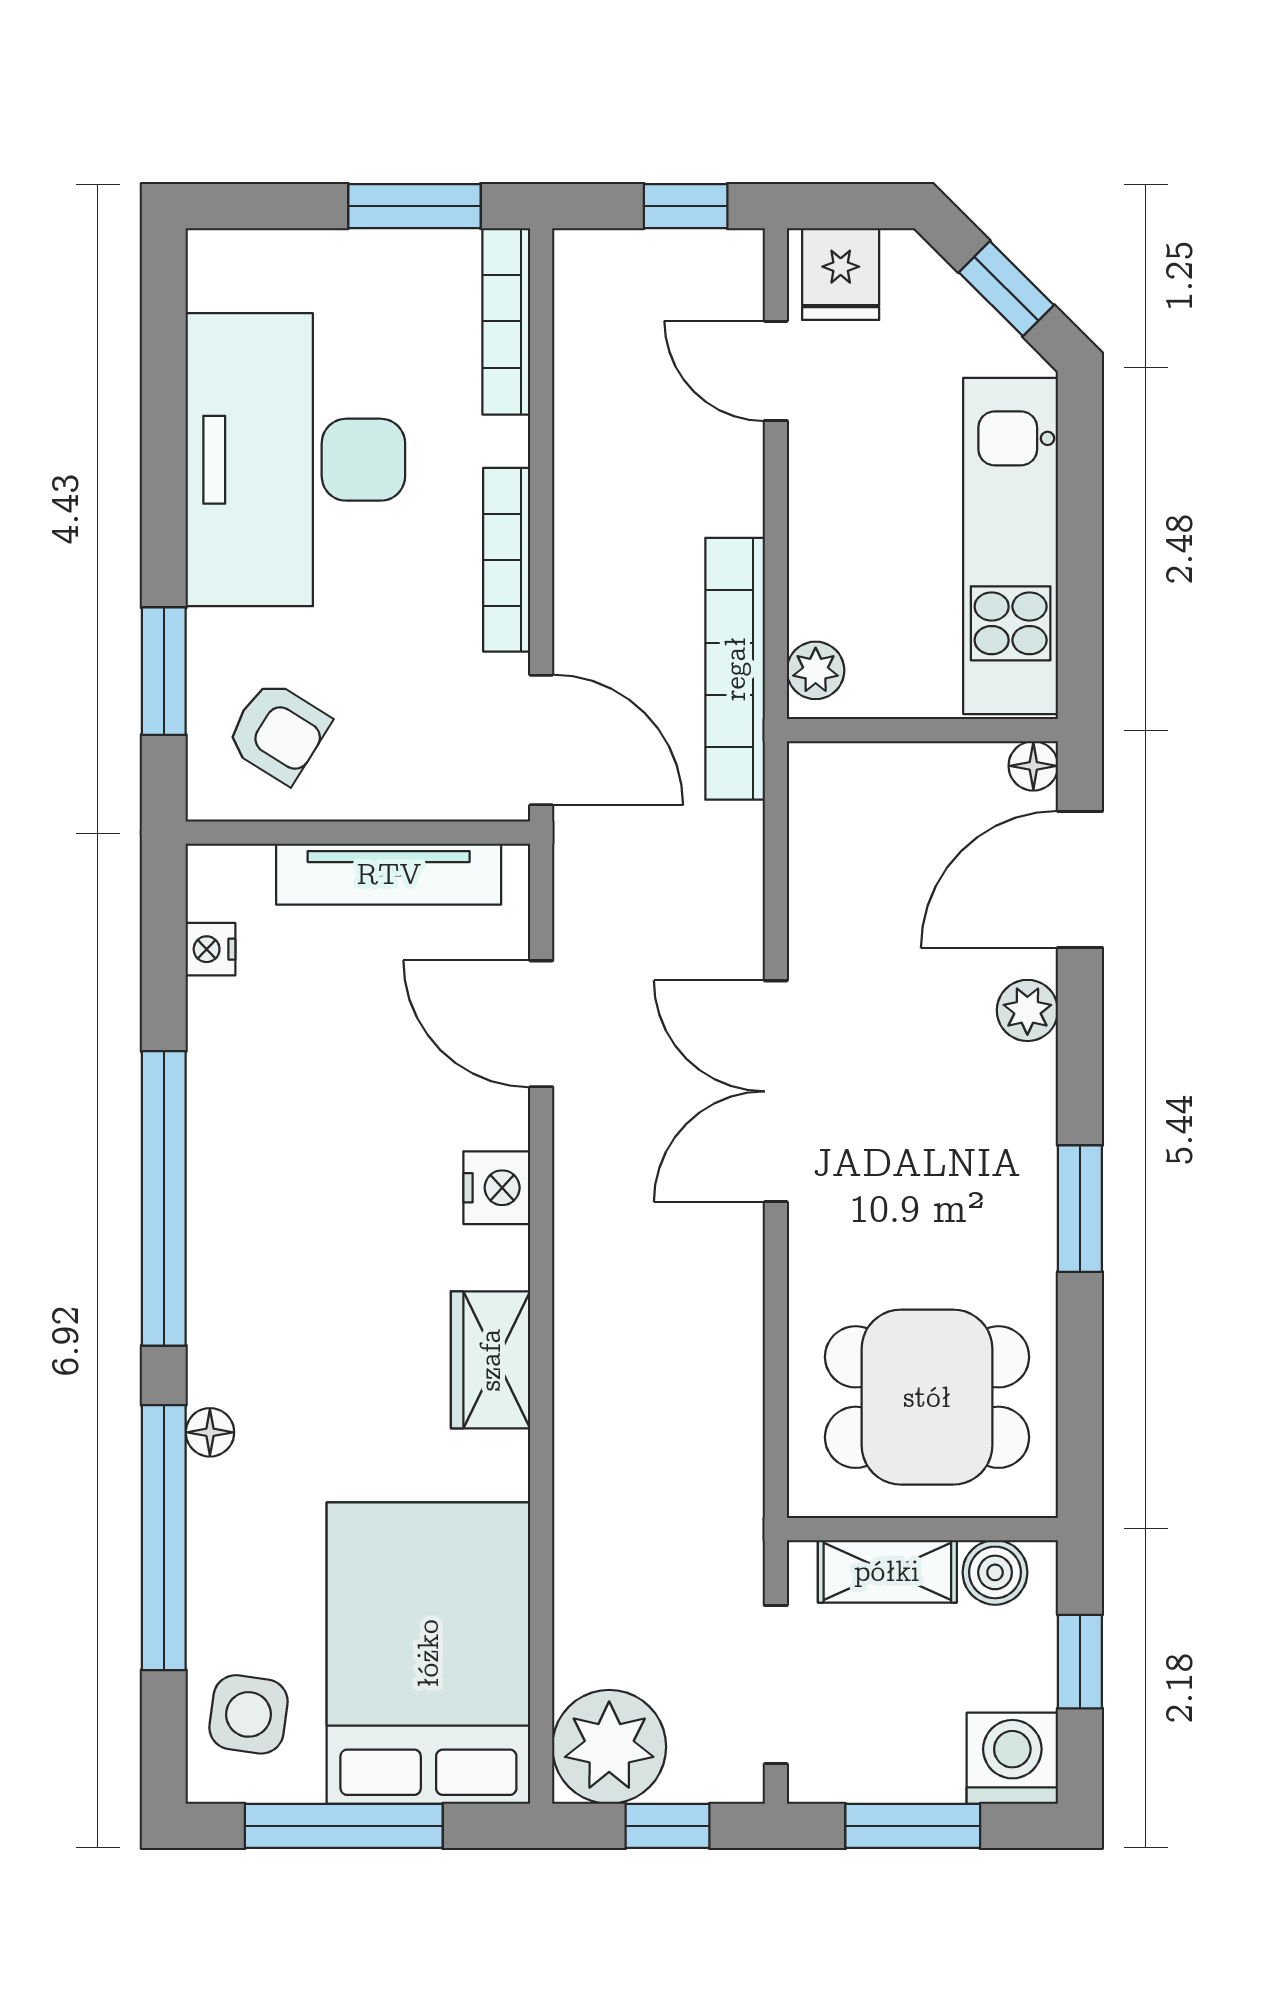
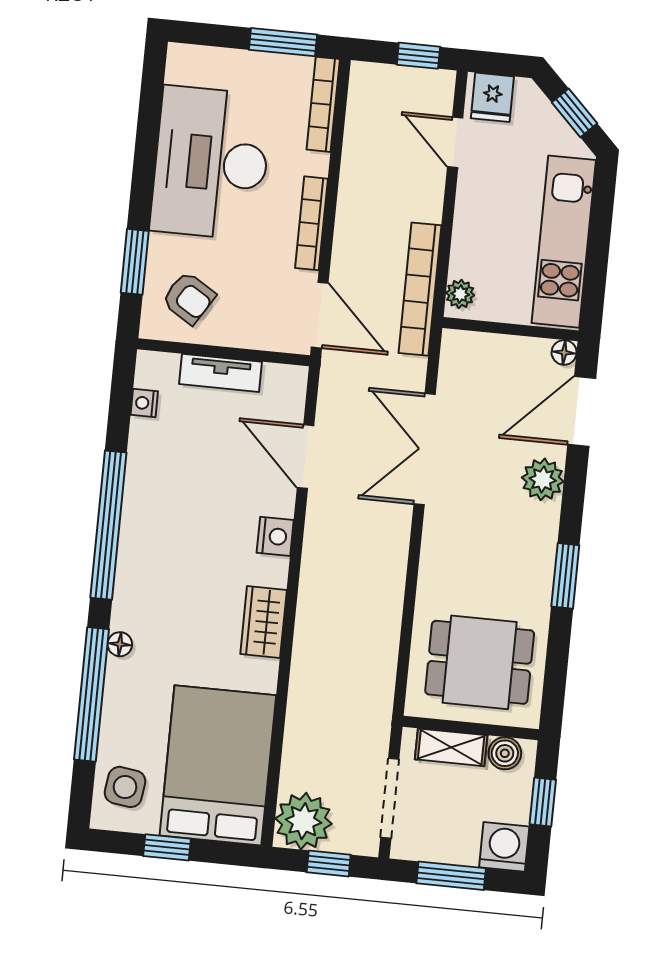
tv unit: (389, 874) -> (221, 373), width x0.71
plant: (1027, 1010) -> (543, 479), width x1.38, depth x1.38
double door: (776, 1091) -> (425, 449), moved
window: (344, 1826) -> (167, 847), width x0.46

